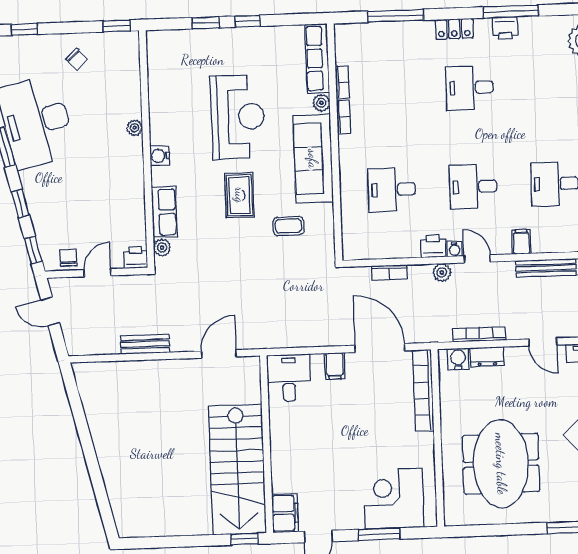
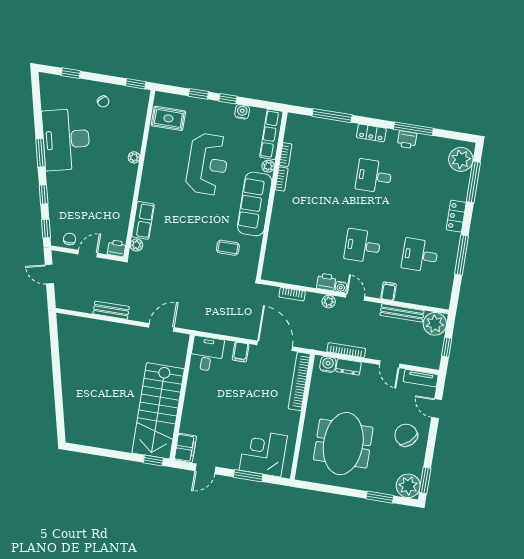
water cooler: (160, 156) -> (242, 112), moved, turned 90
desk: (392, 190) -> (305, 237), removed
rug: (240, 195) -> (168, 118), moved, turned 90

